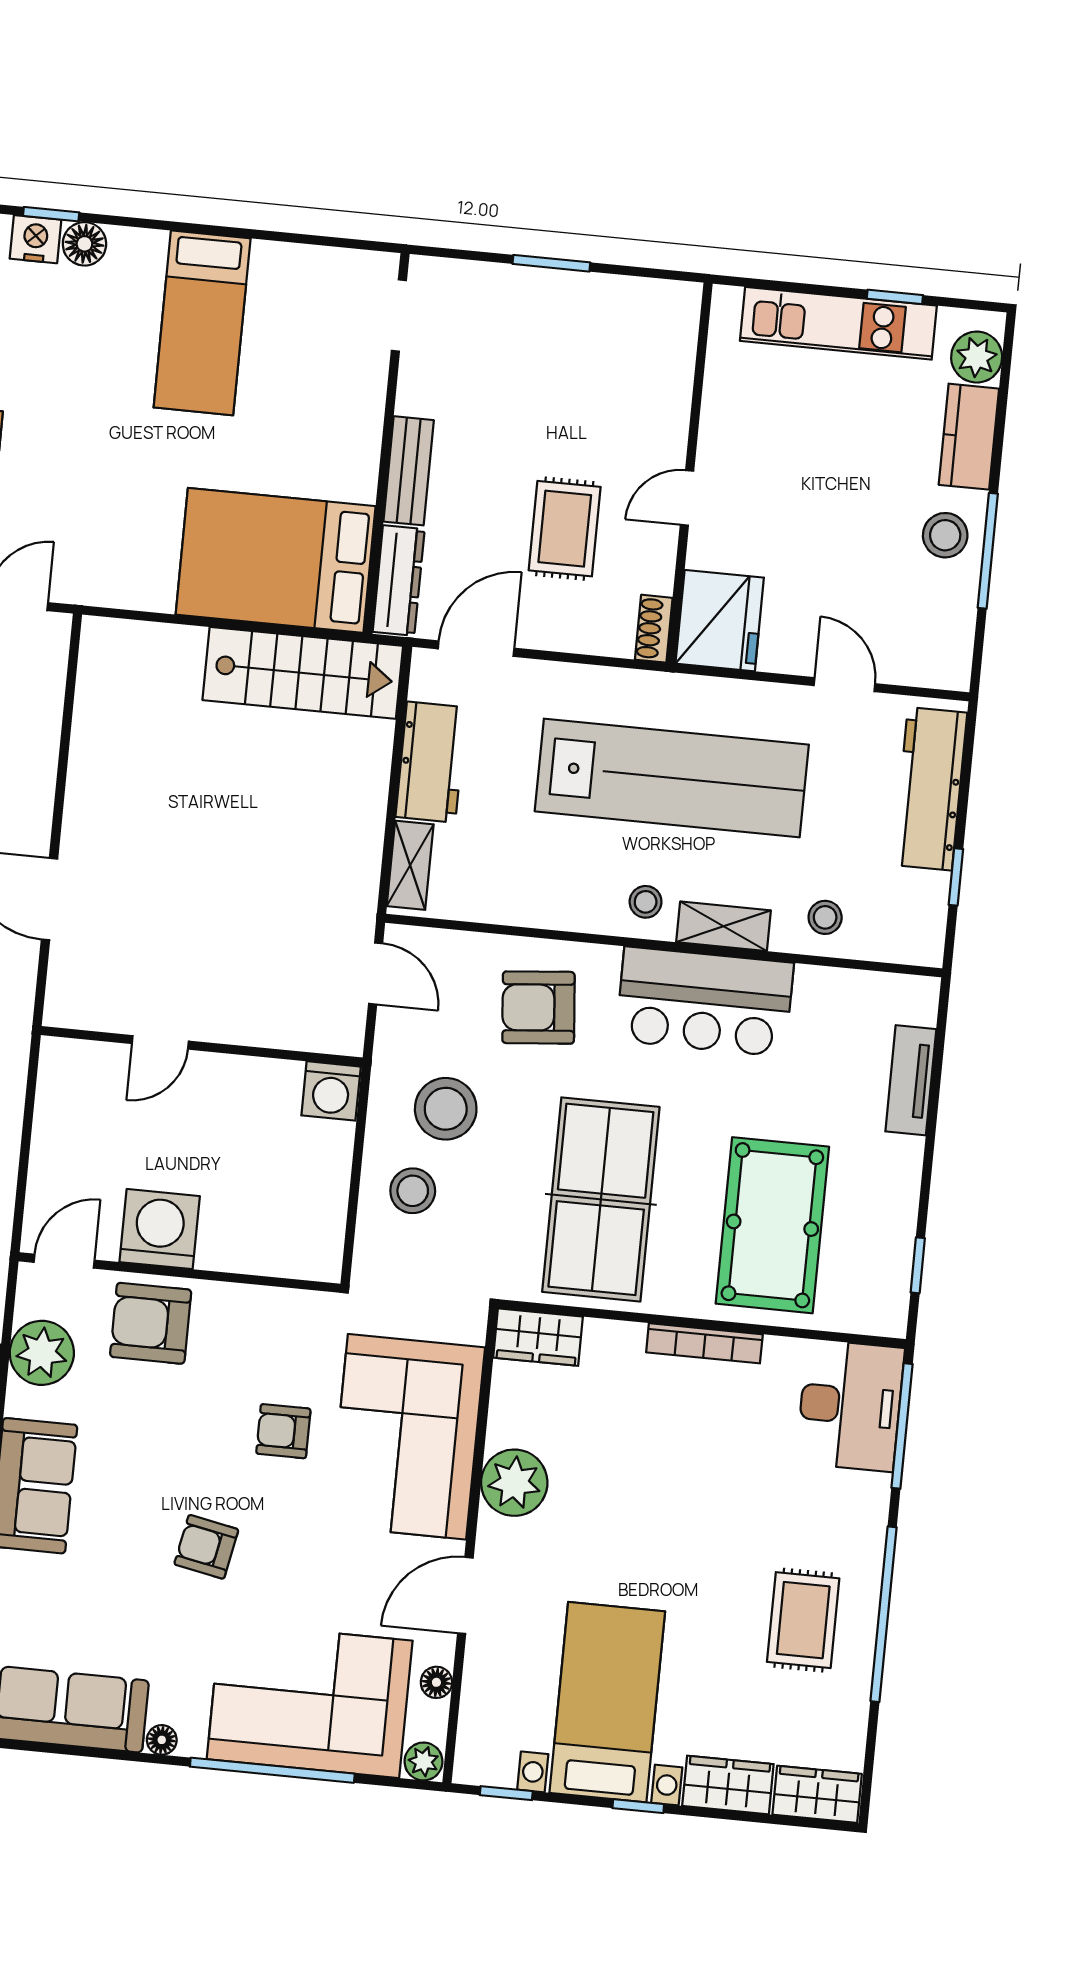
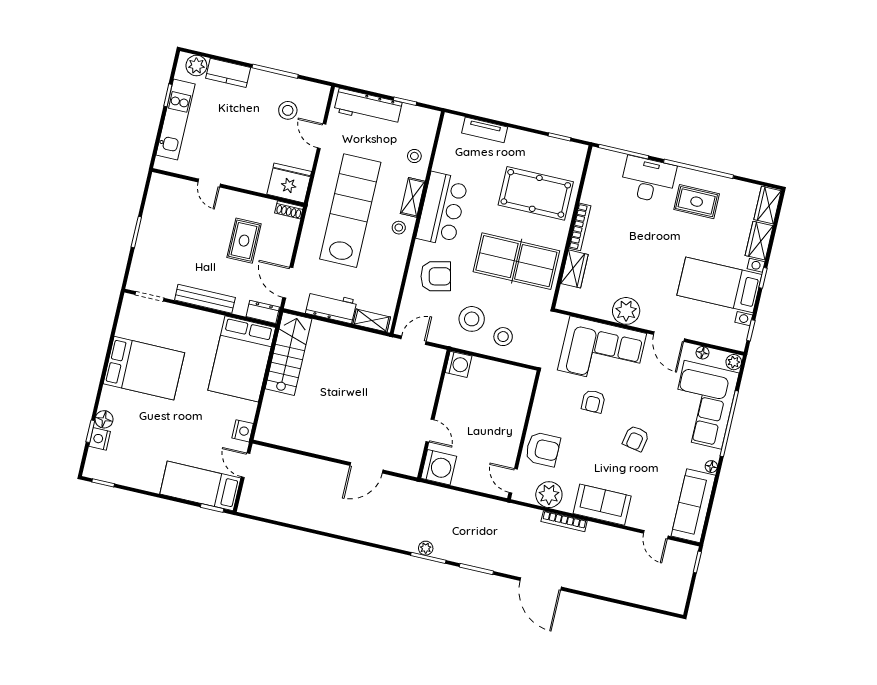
bed: (202, 323) -> (144, 368), width x1.50
bench: (409, 471) -> (205, 299), width x1.36
door: (687, 498) -> (209, 183), moved
rug: (565, 529) -> (244, 241), turned 90
stool: (945, 535) -> (288, 110), moved
dresser: (399, 581) -> (263, 312), width x0.70
nightstand: (100, 585) -> (243, 431), added
door: (844, 685) -> (322, 136), hinge flipped
armchair: (538, 1008) -> (436, 276), turned -98
washing machine: (160, 1229) -> (439, 467), moved, turned 180
armchair: (151, 1323) -> (543, 449), turned -90
wardrobe: (538, 1337) -> (574, 269), moved
desk: (850, 1406) -> (648, 180), moved

